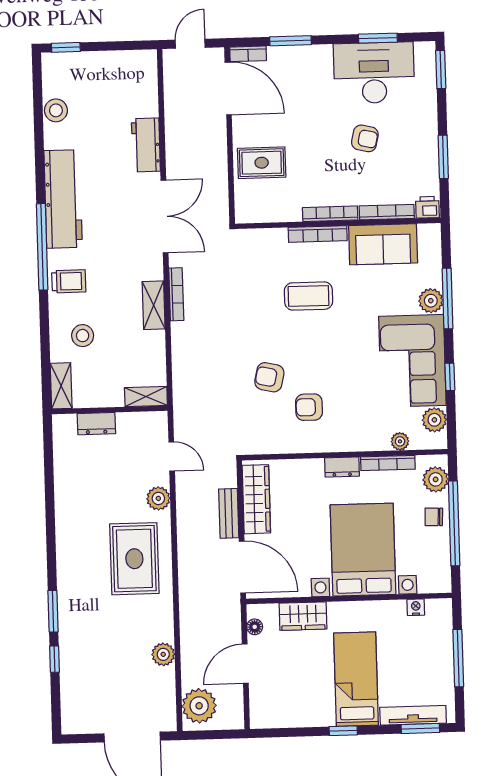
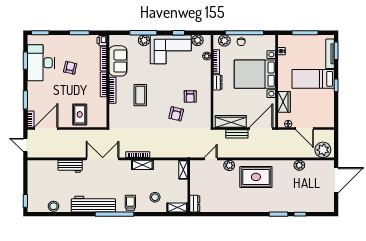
dresser: (96, 424) -> (195, 204), moved

